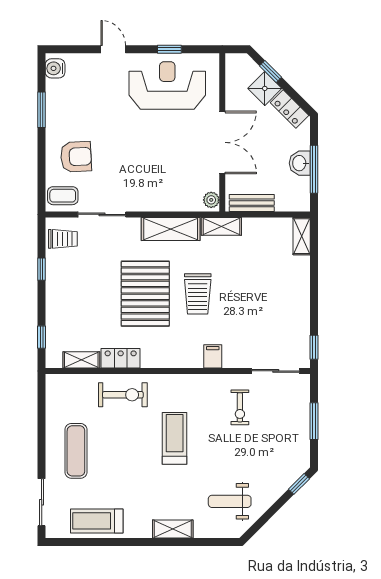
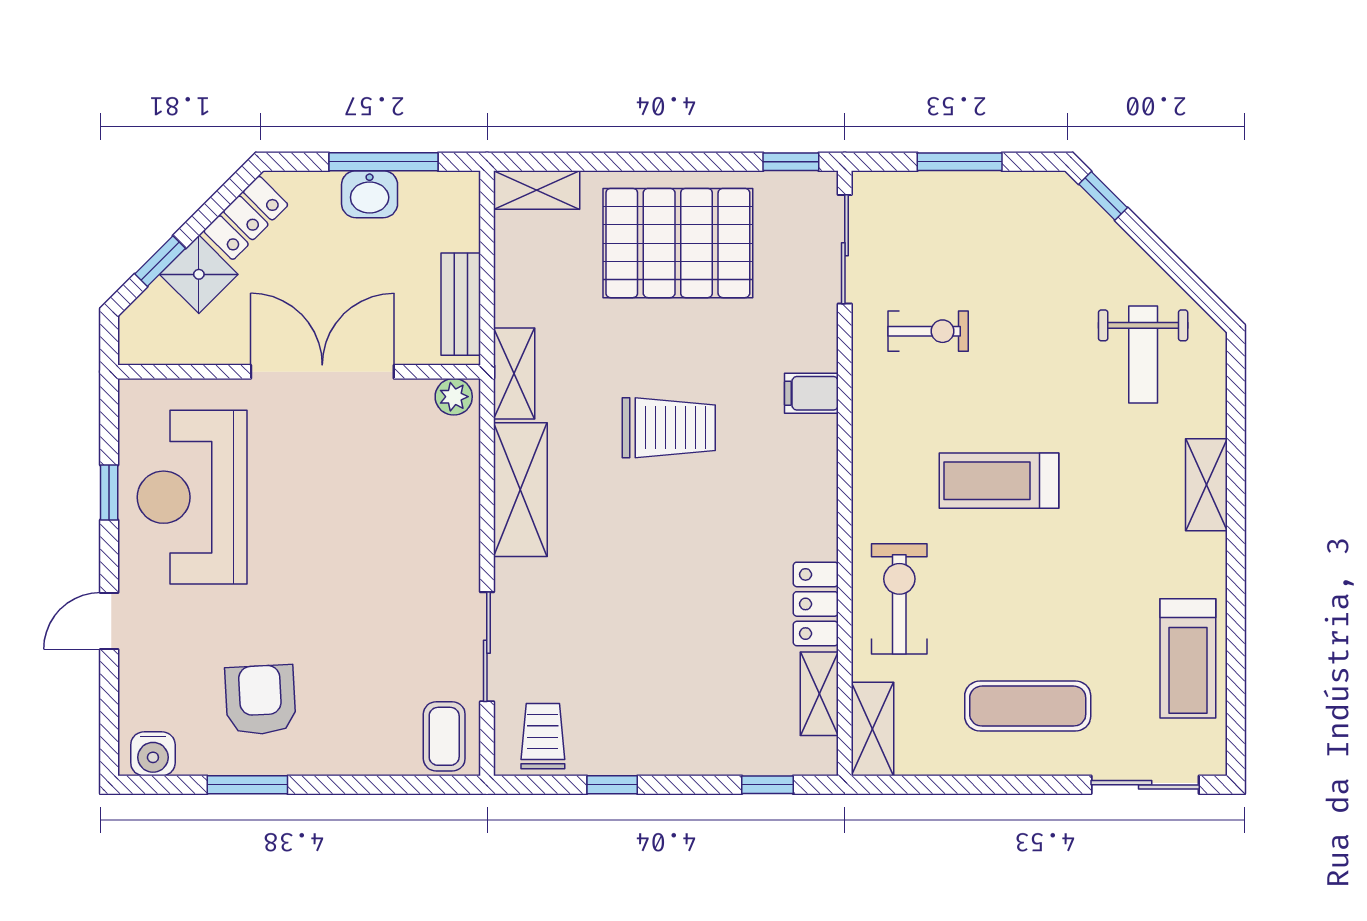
armchair: (76, 157) -> (260, 700), moved
pallet: (145, 294) -> (678, 243), moved
shelving: (66, 383) -> (873, 729), added

